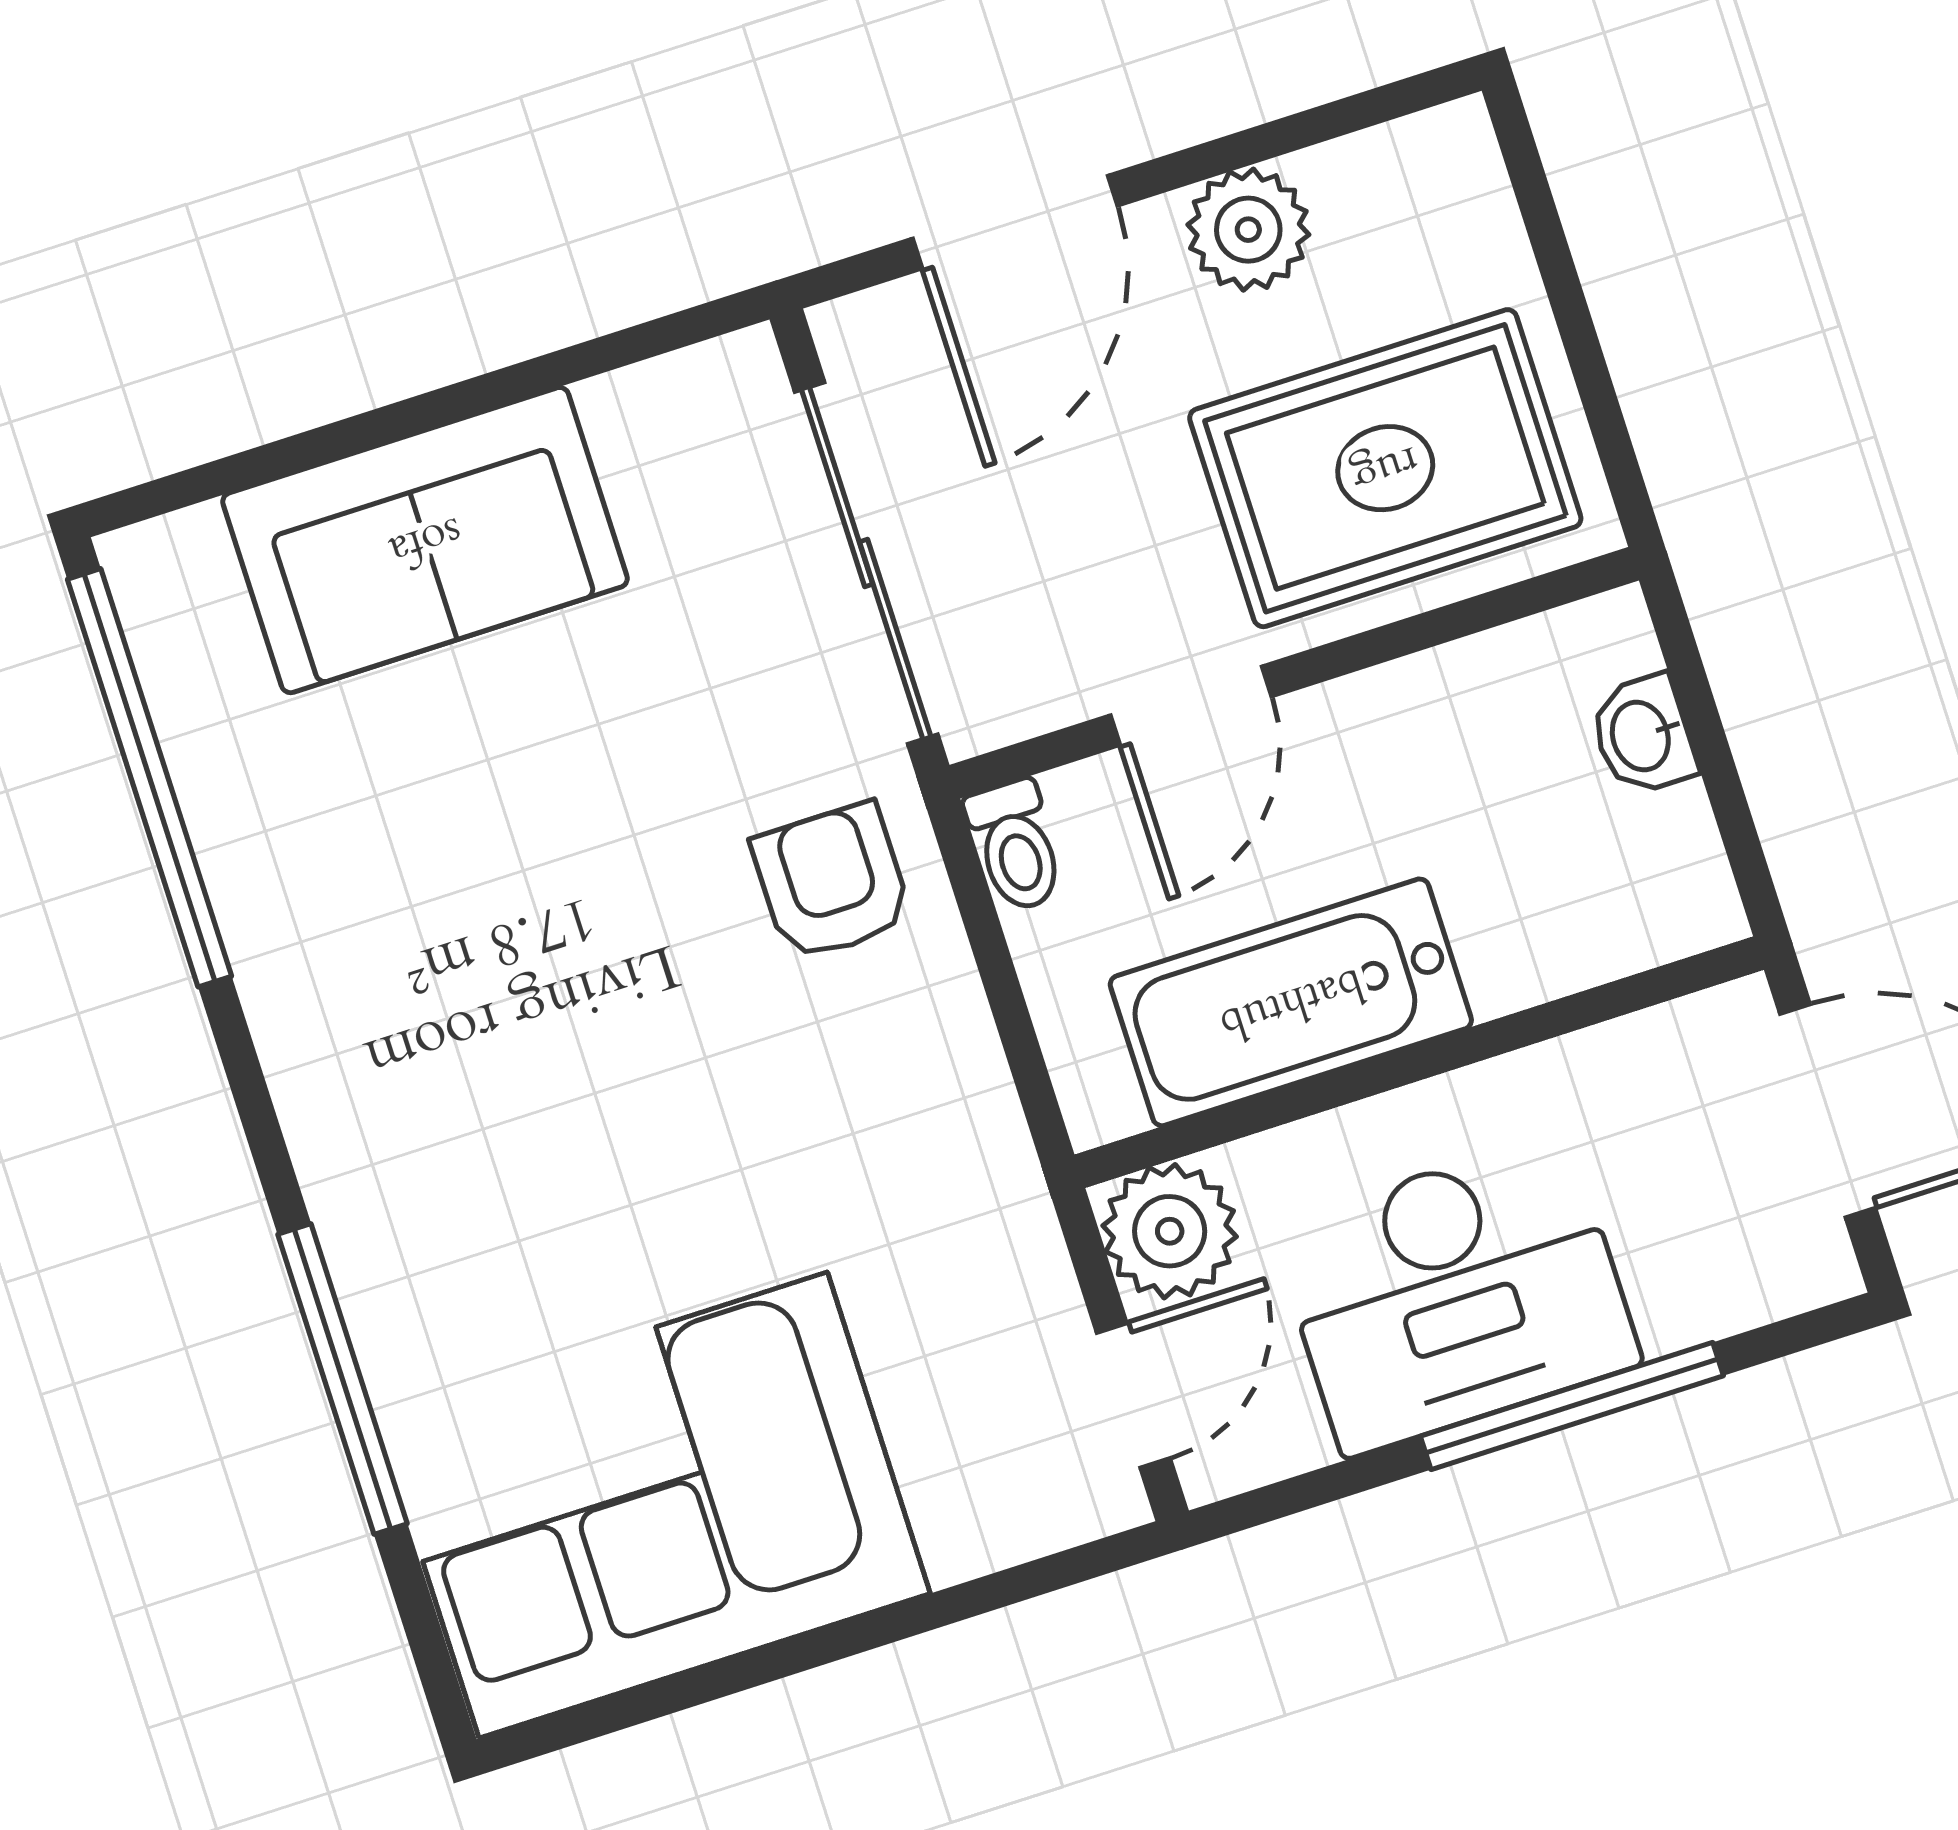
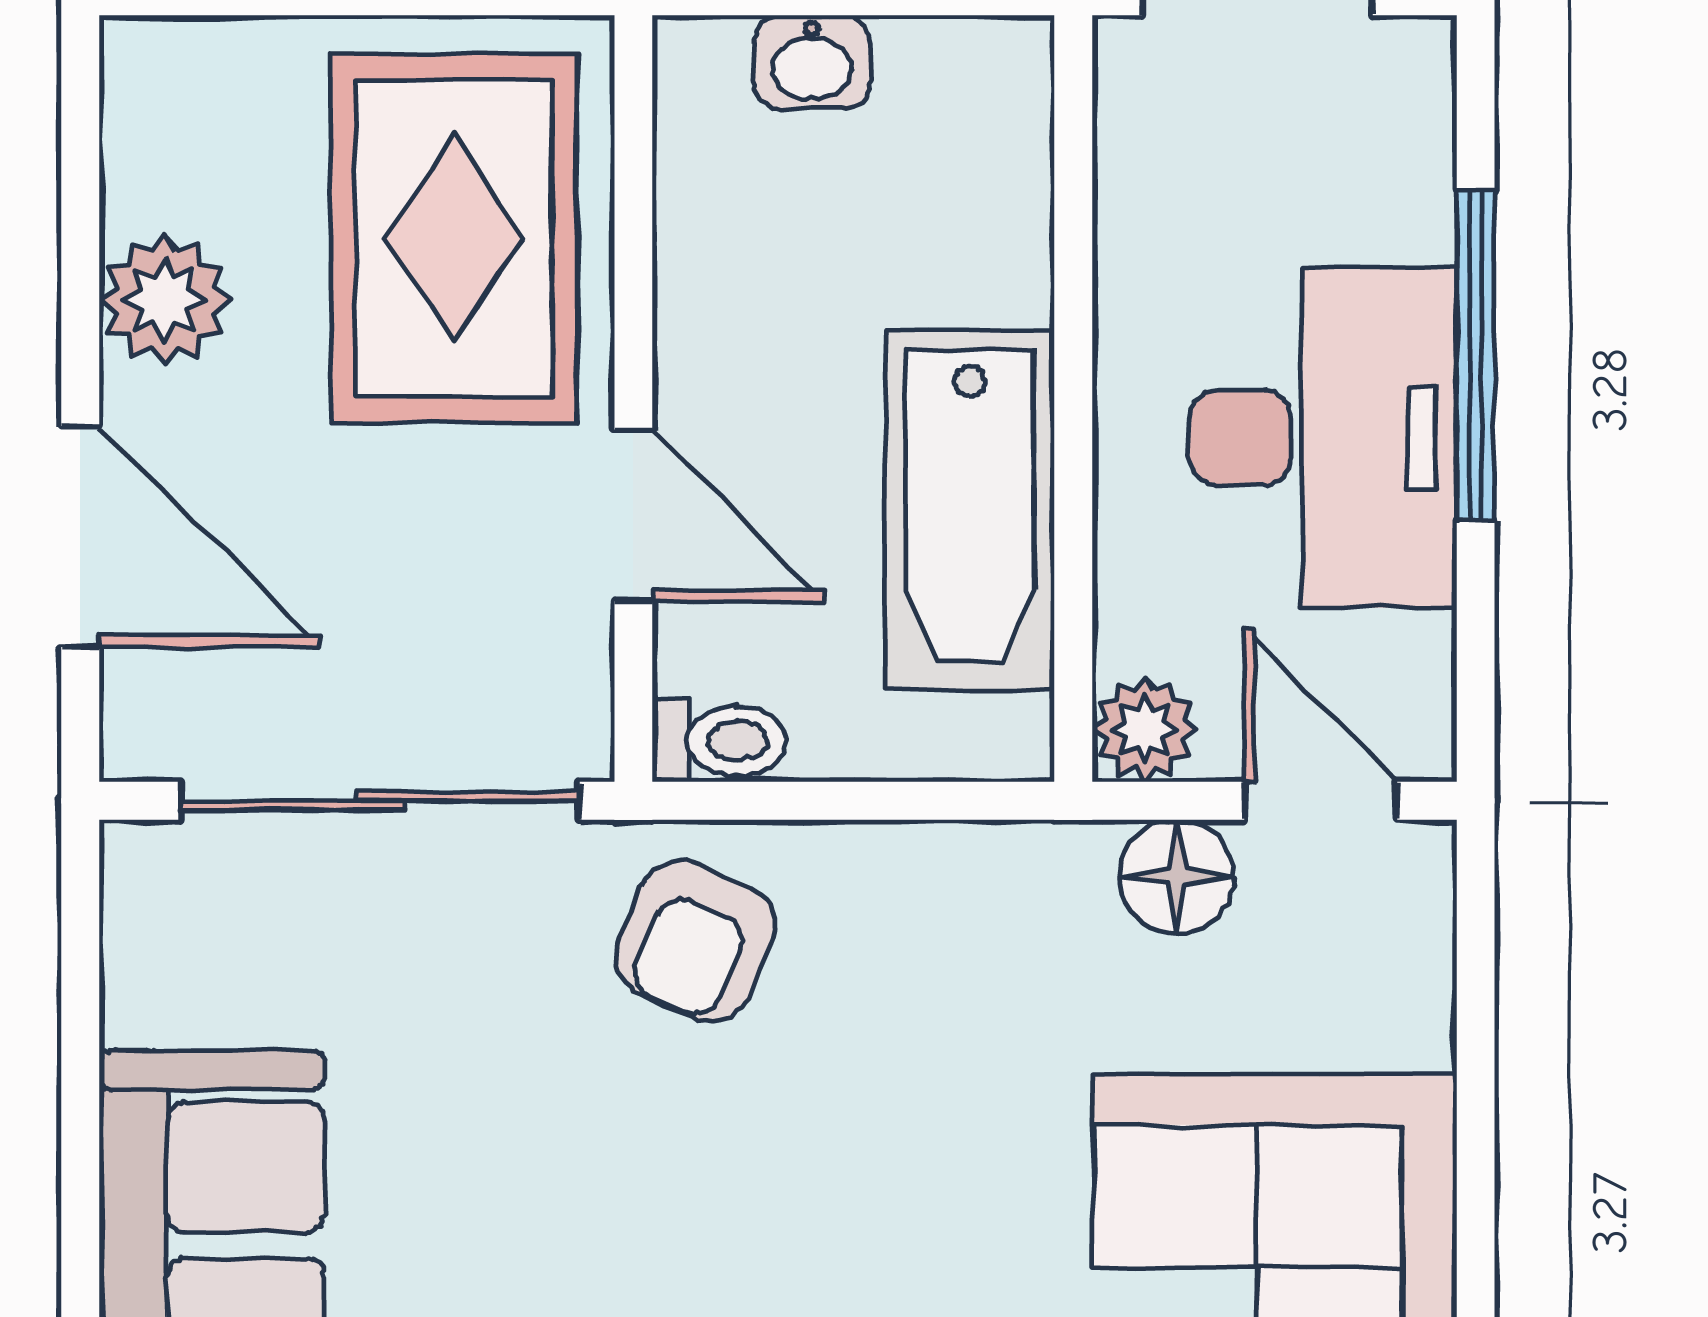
armchair: (832, 882) -> (696, 941), turned -66
plant: (1170, 1231) -> (1145, 729), width x0.73, depth x0.73
floor lamp: (1025, 1290) -> (1177, 877), added

